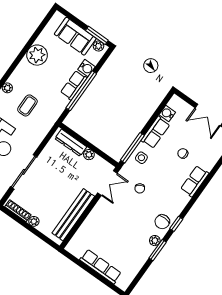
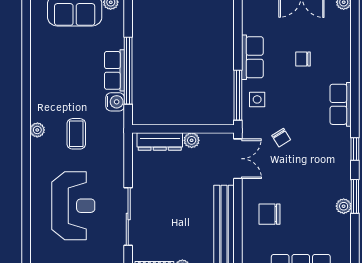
plant: (37, 55) -> (45, 65), removed
water cooler: (86, 68) -> (115, 102), moved
water cooler: (167, 113) -> (250, 24), removed
row of seats: (195, 181) -> (341, 104), moved
chair: (162, 222) -> (270, 214), moved, turned 90
plant: (155, 241) -> (344, 206), moved

